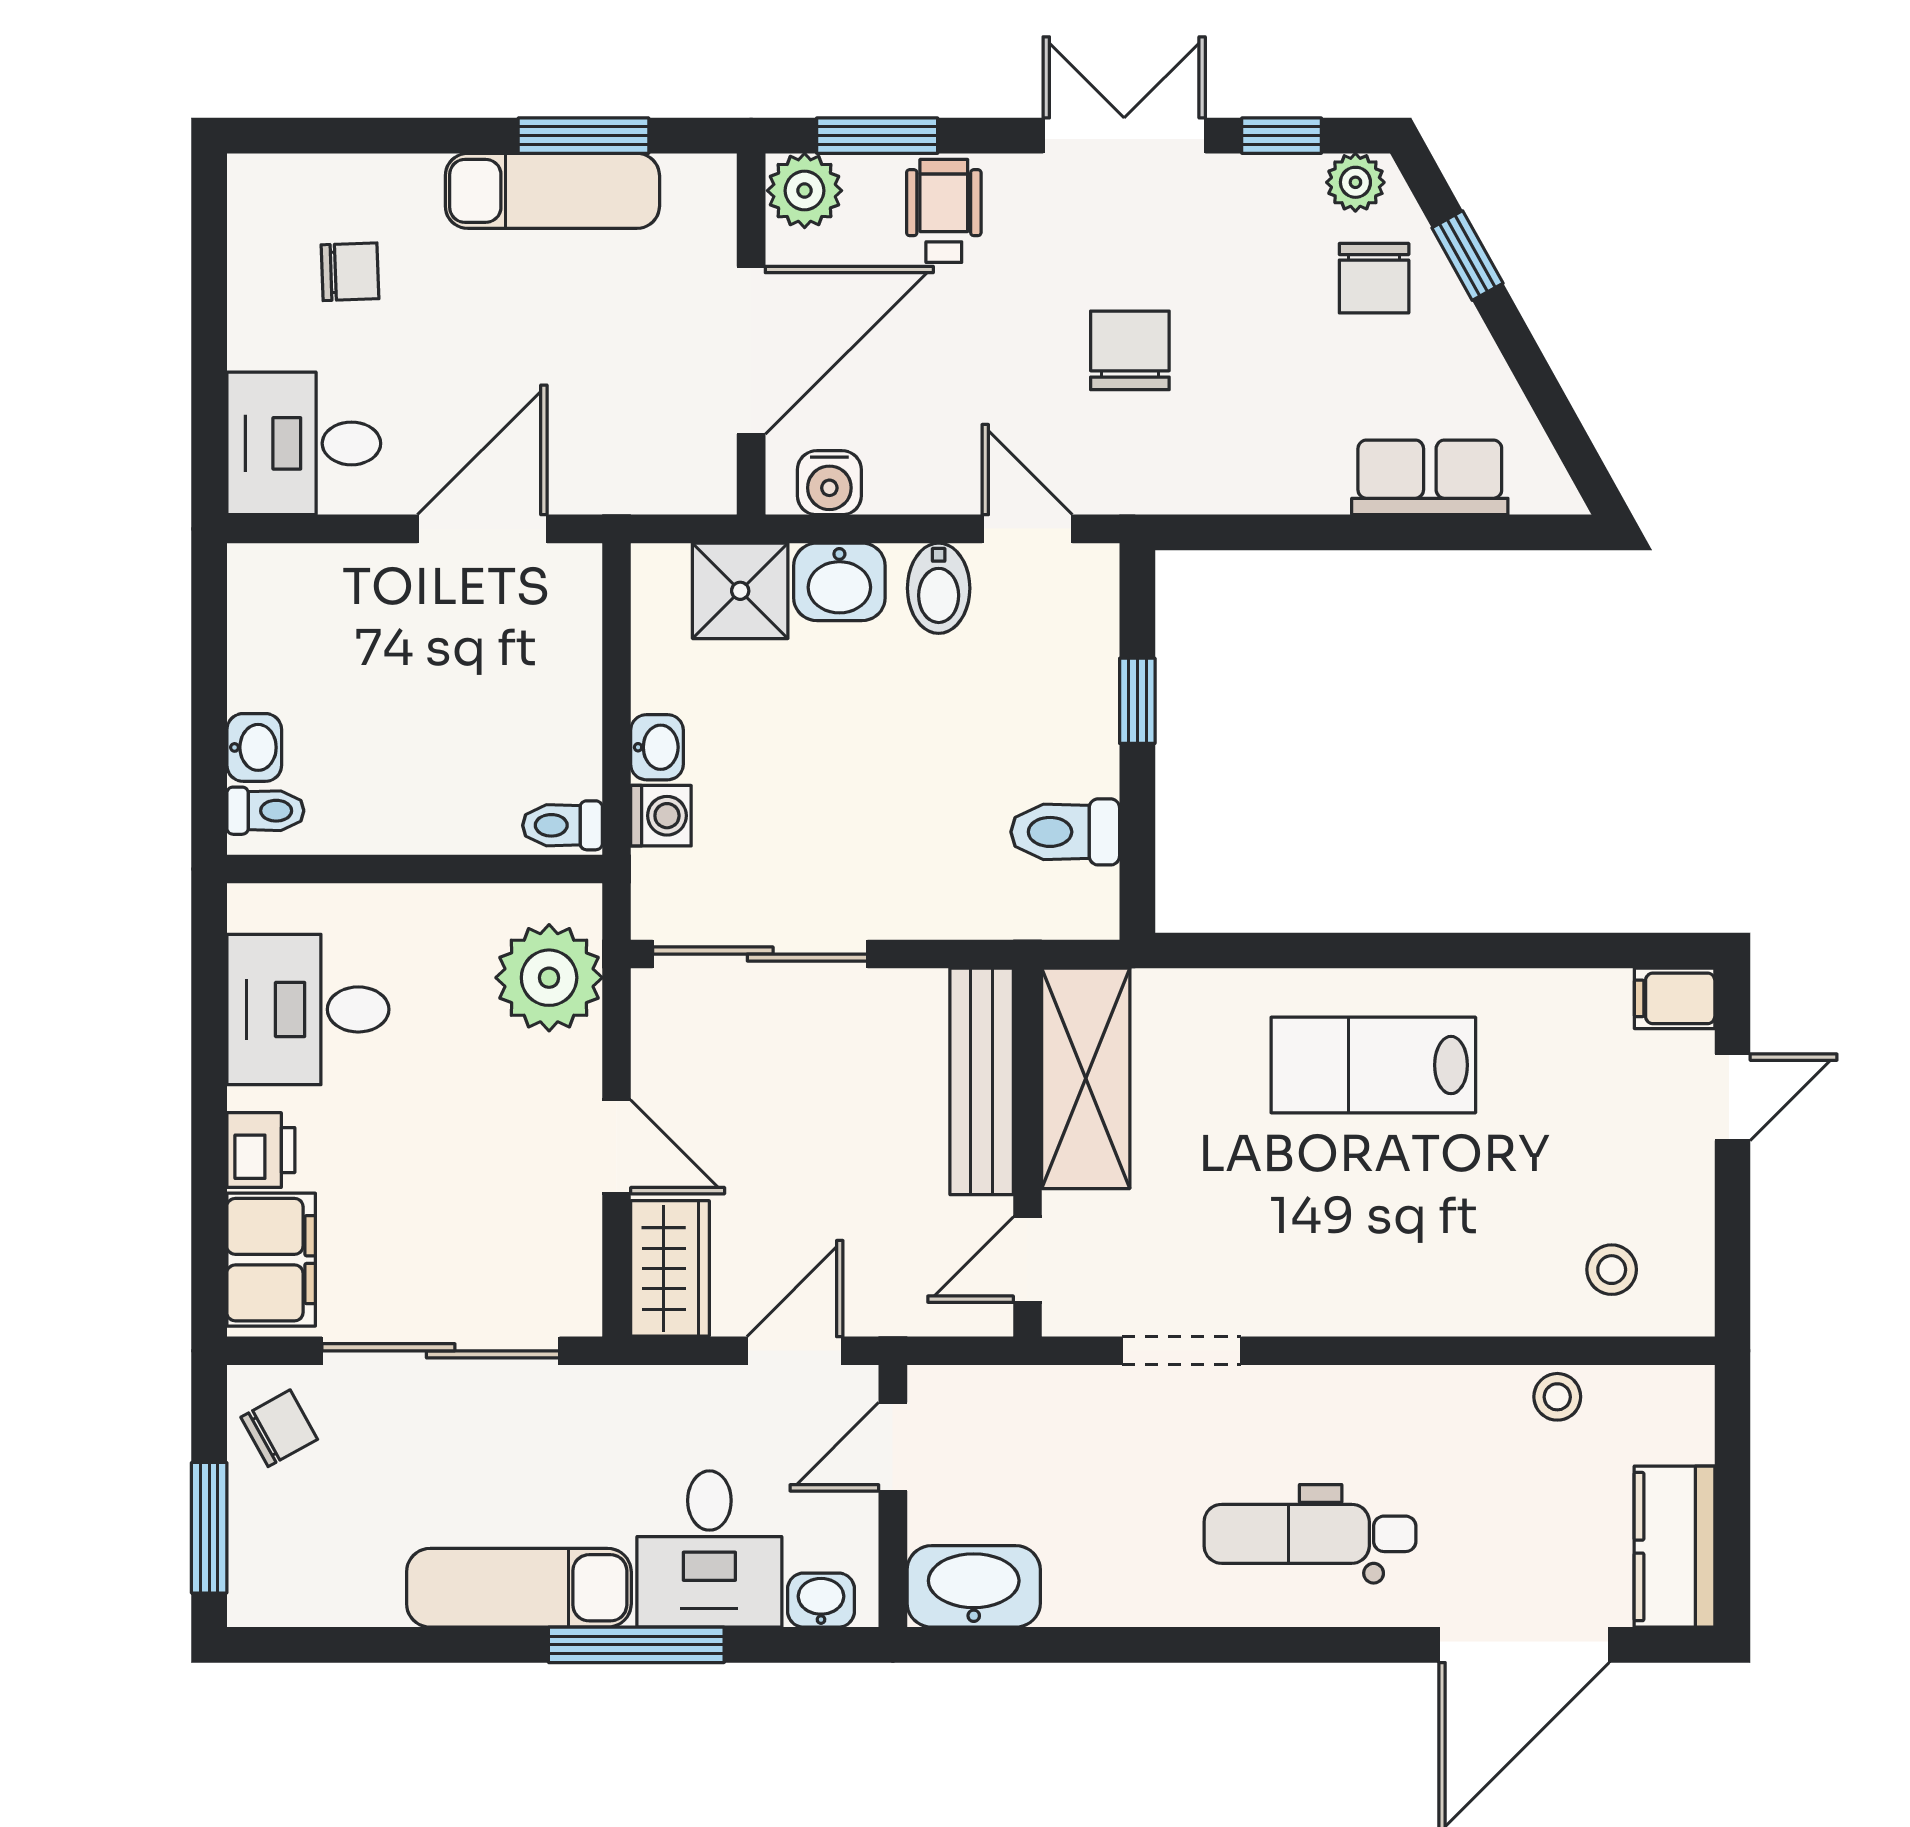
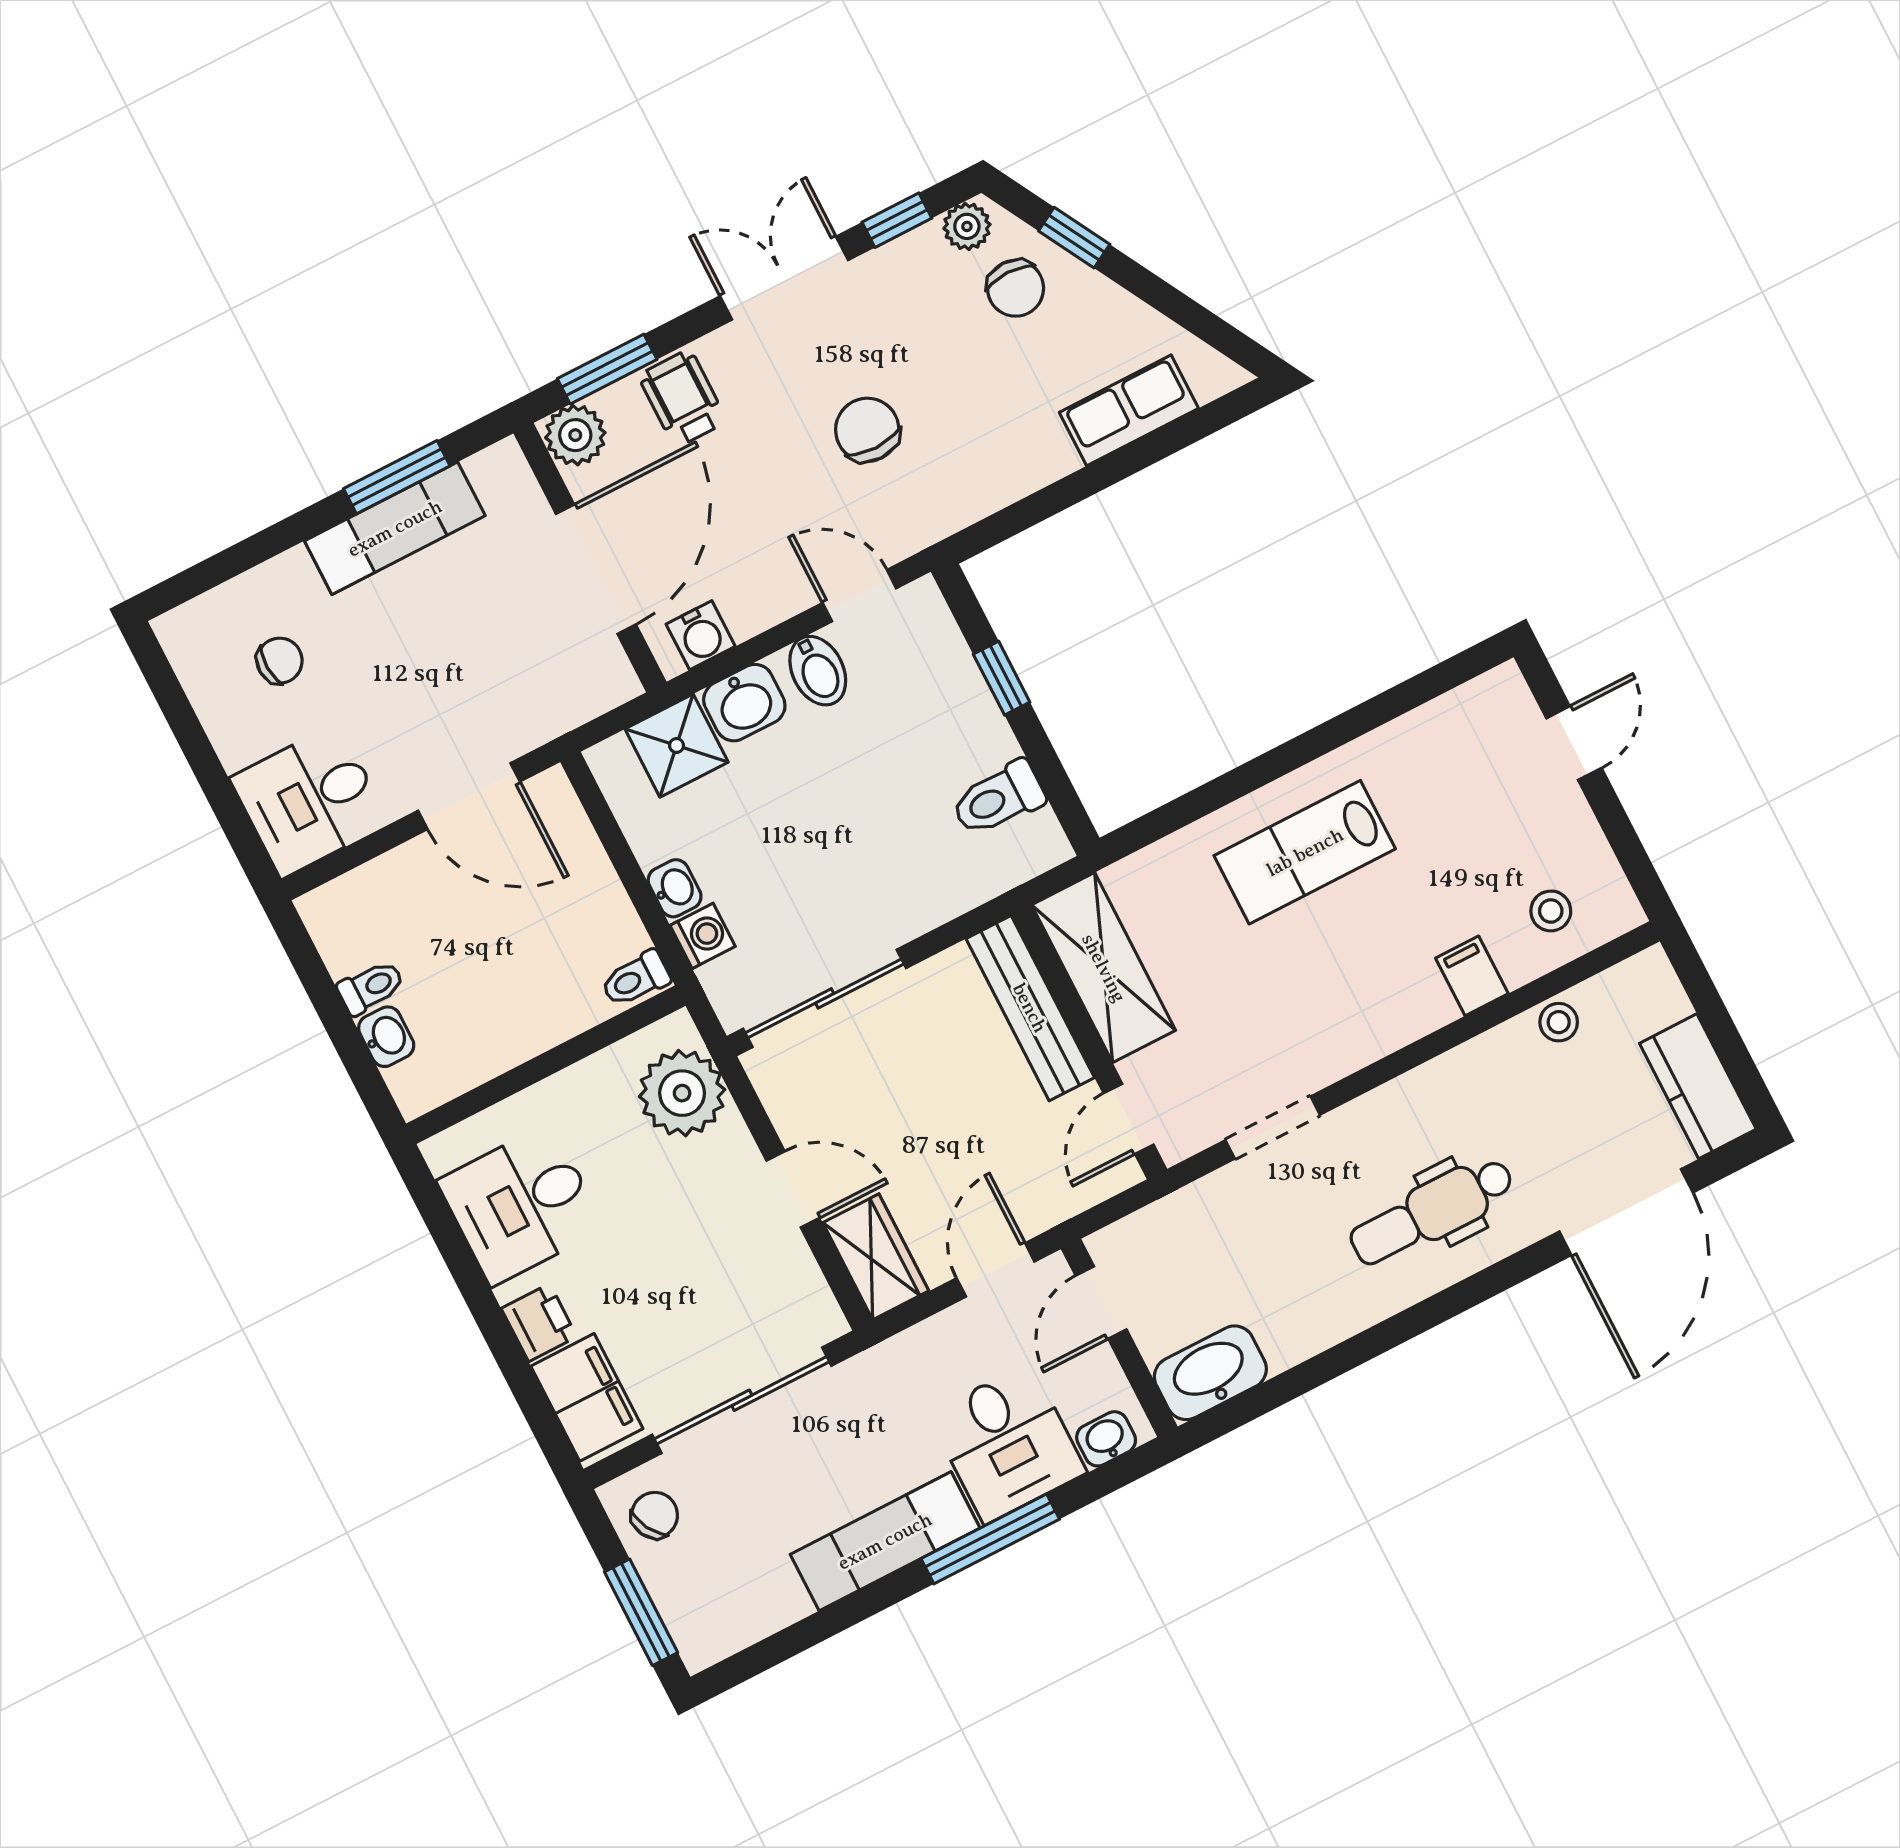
door: (482, 529) -> (469, 796), swing flipped
toilet: (265, 811) -> (371, 987), moved
filing cabinet: (1675, 998) -> (1472, 976), moved, turned 90

